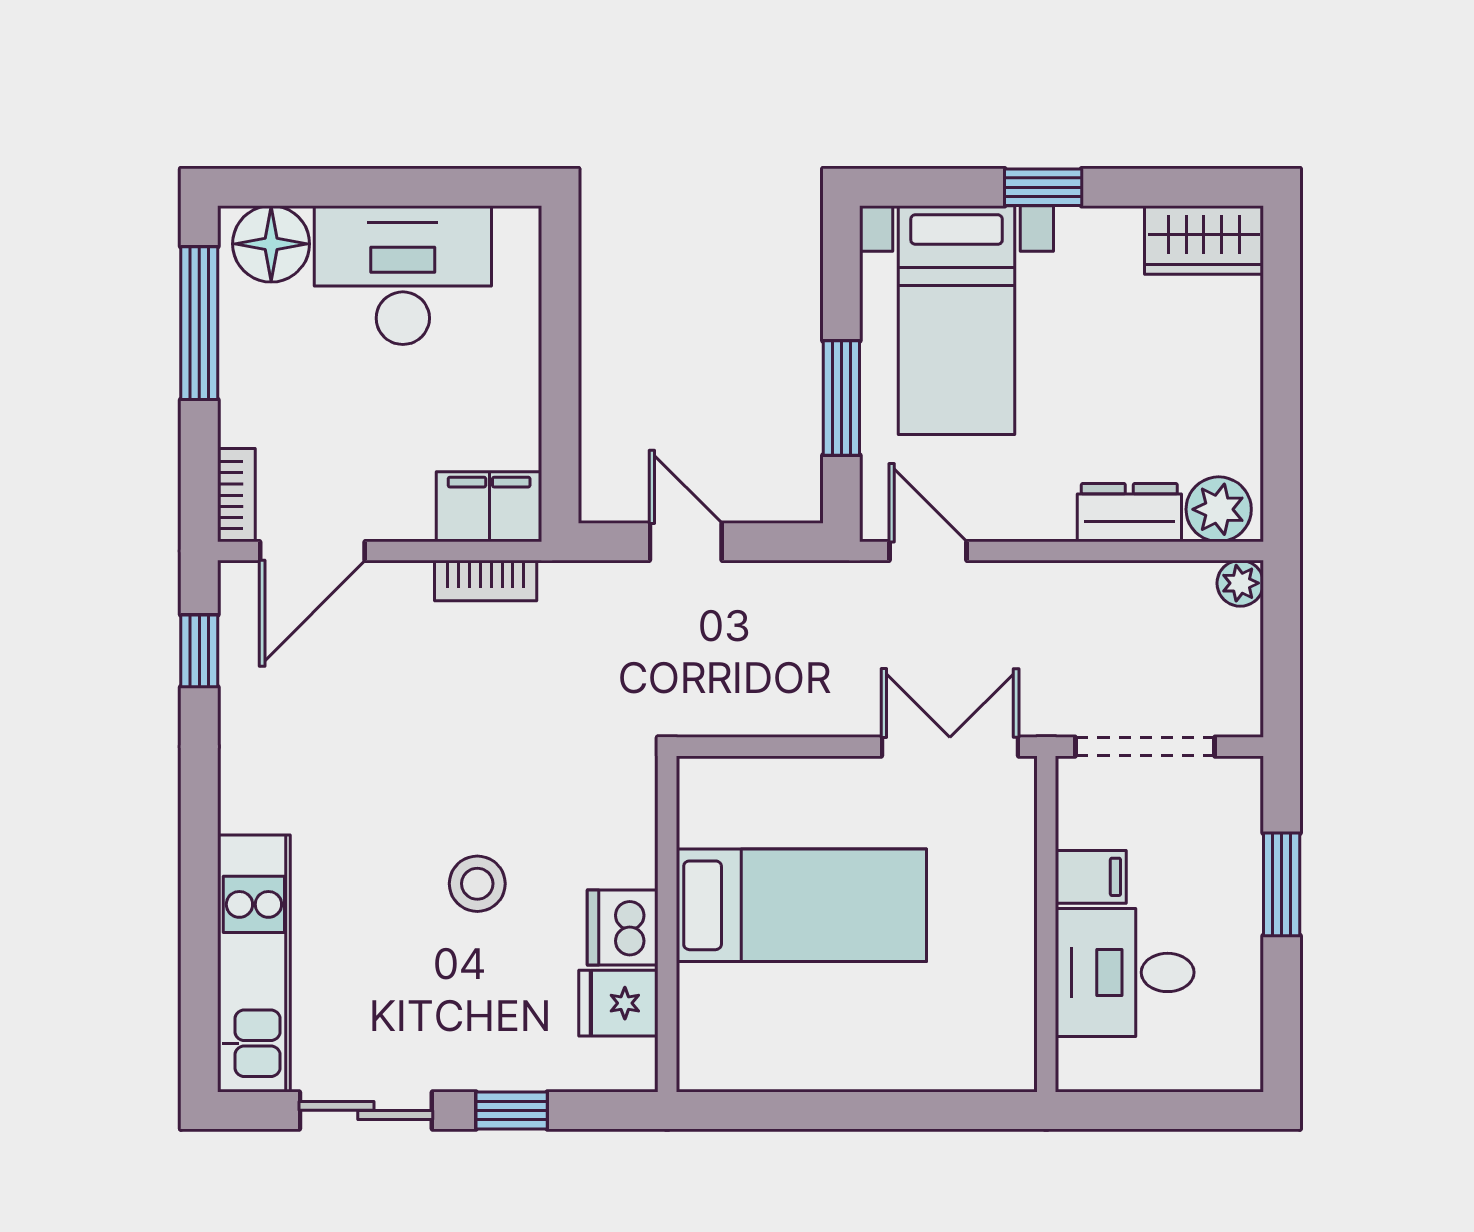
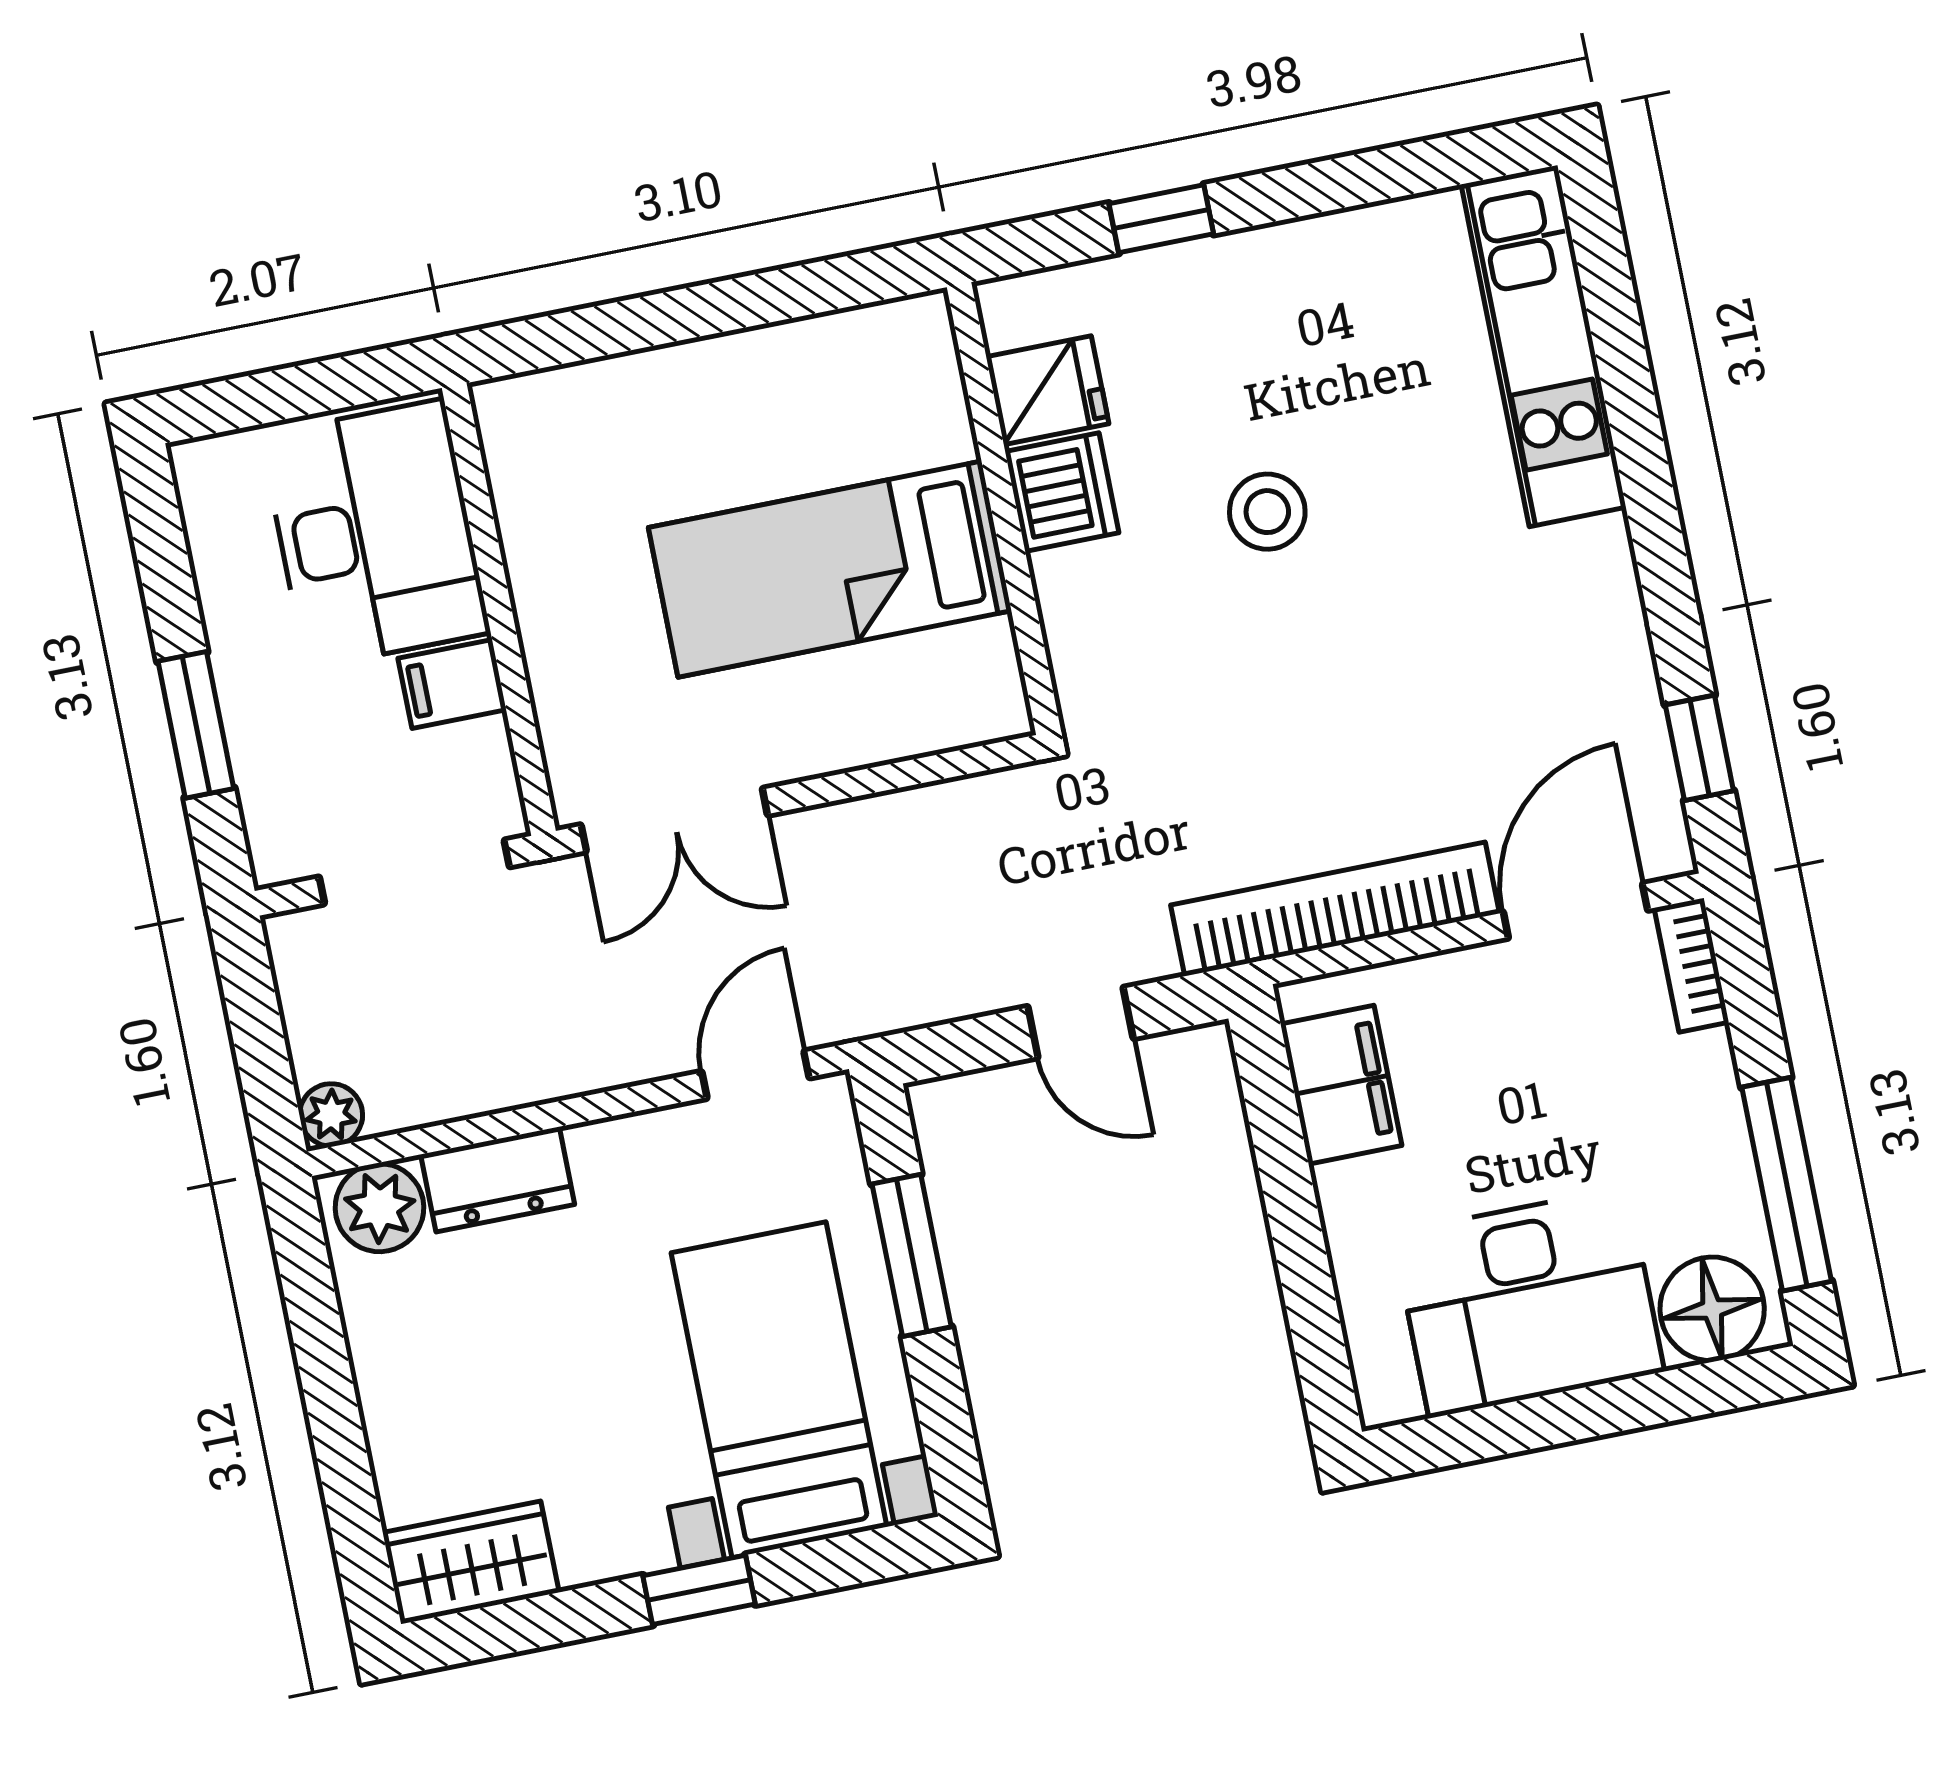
filing cabinet: (489, 507) -> (1341, 1085), moved, turned -90
door: (928, 551) -> (755, 1075), swing flipped
bookcase: (486, 581) -> (1335, 909), width x2.31, depth x1.31
desk: (1125, 972) -> (375, 534), width x1.37
sliding door: (366, 1110) -> (1355, 180), removed

